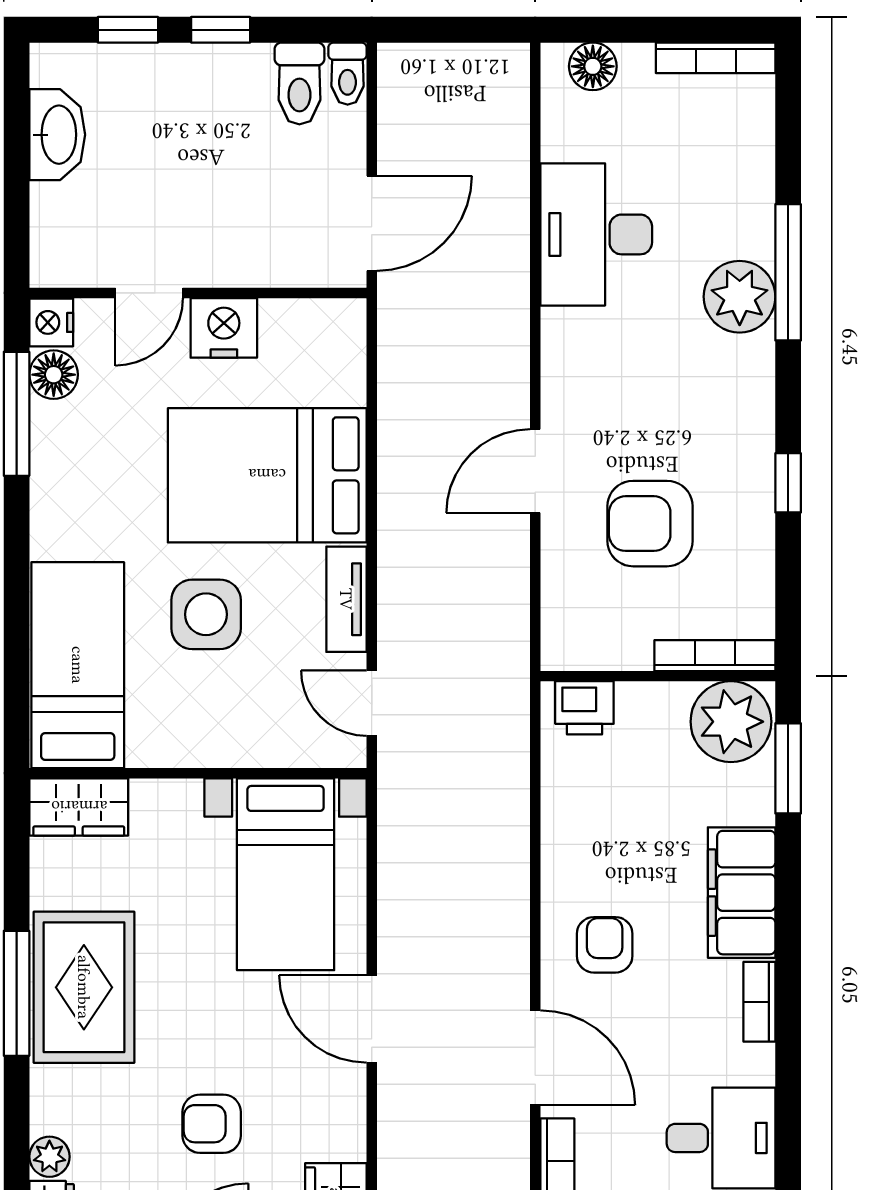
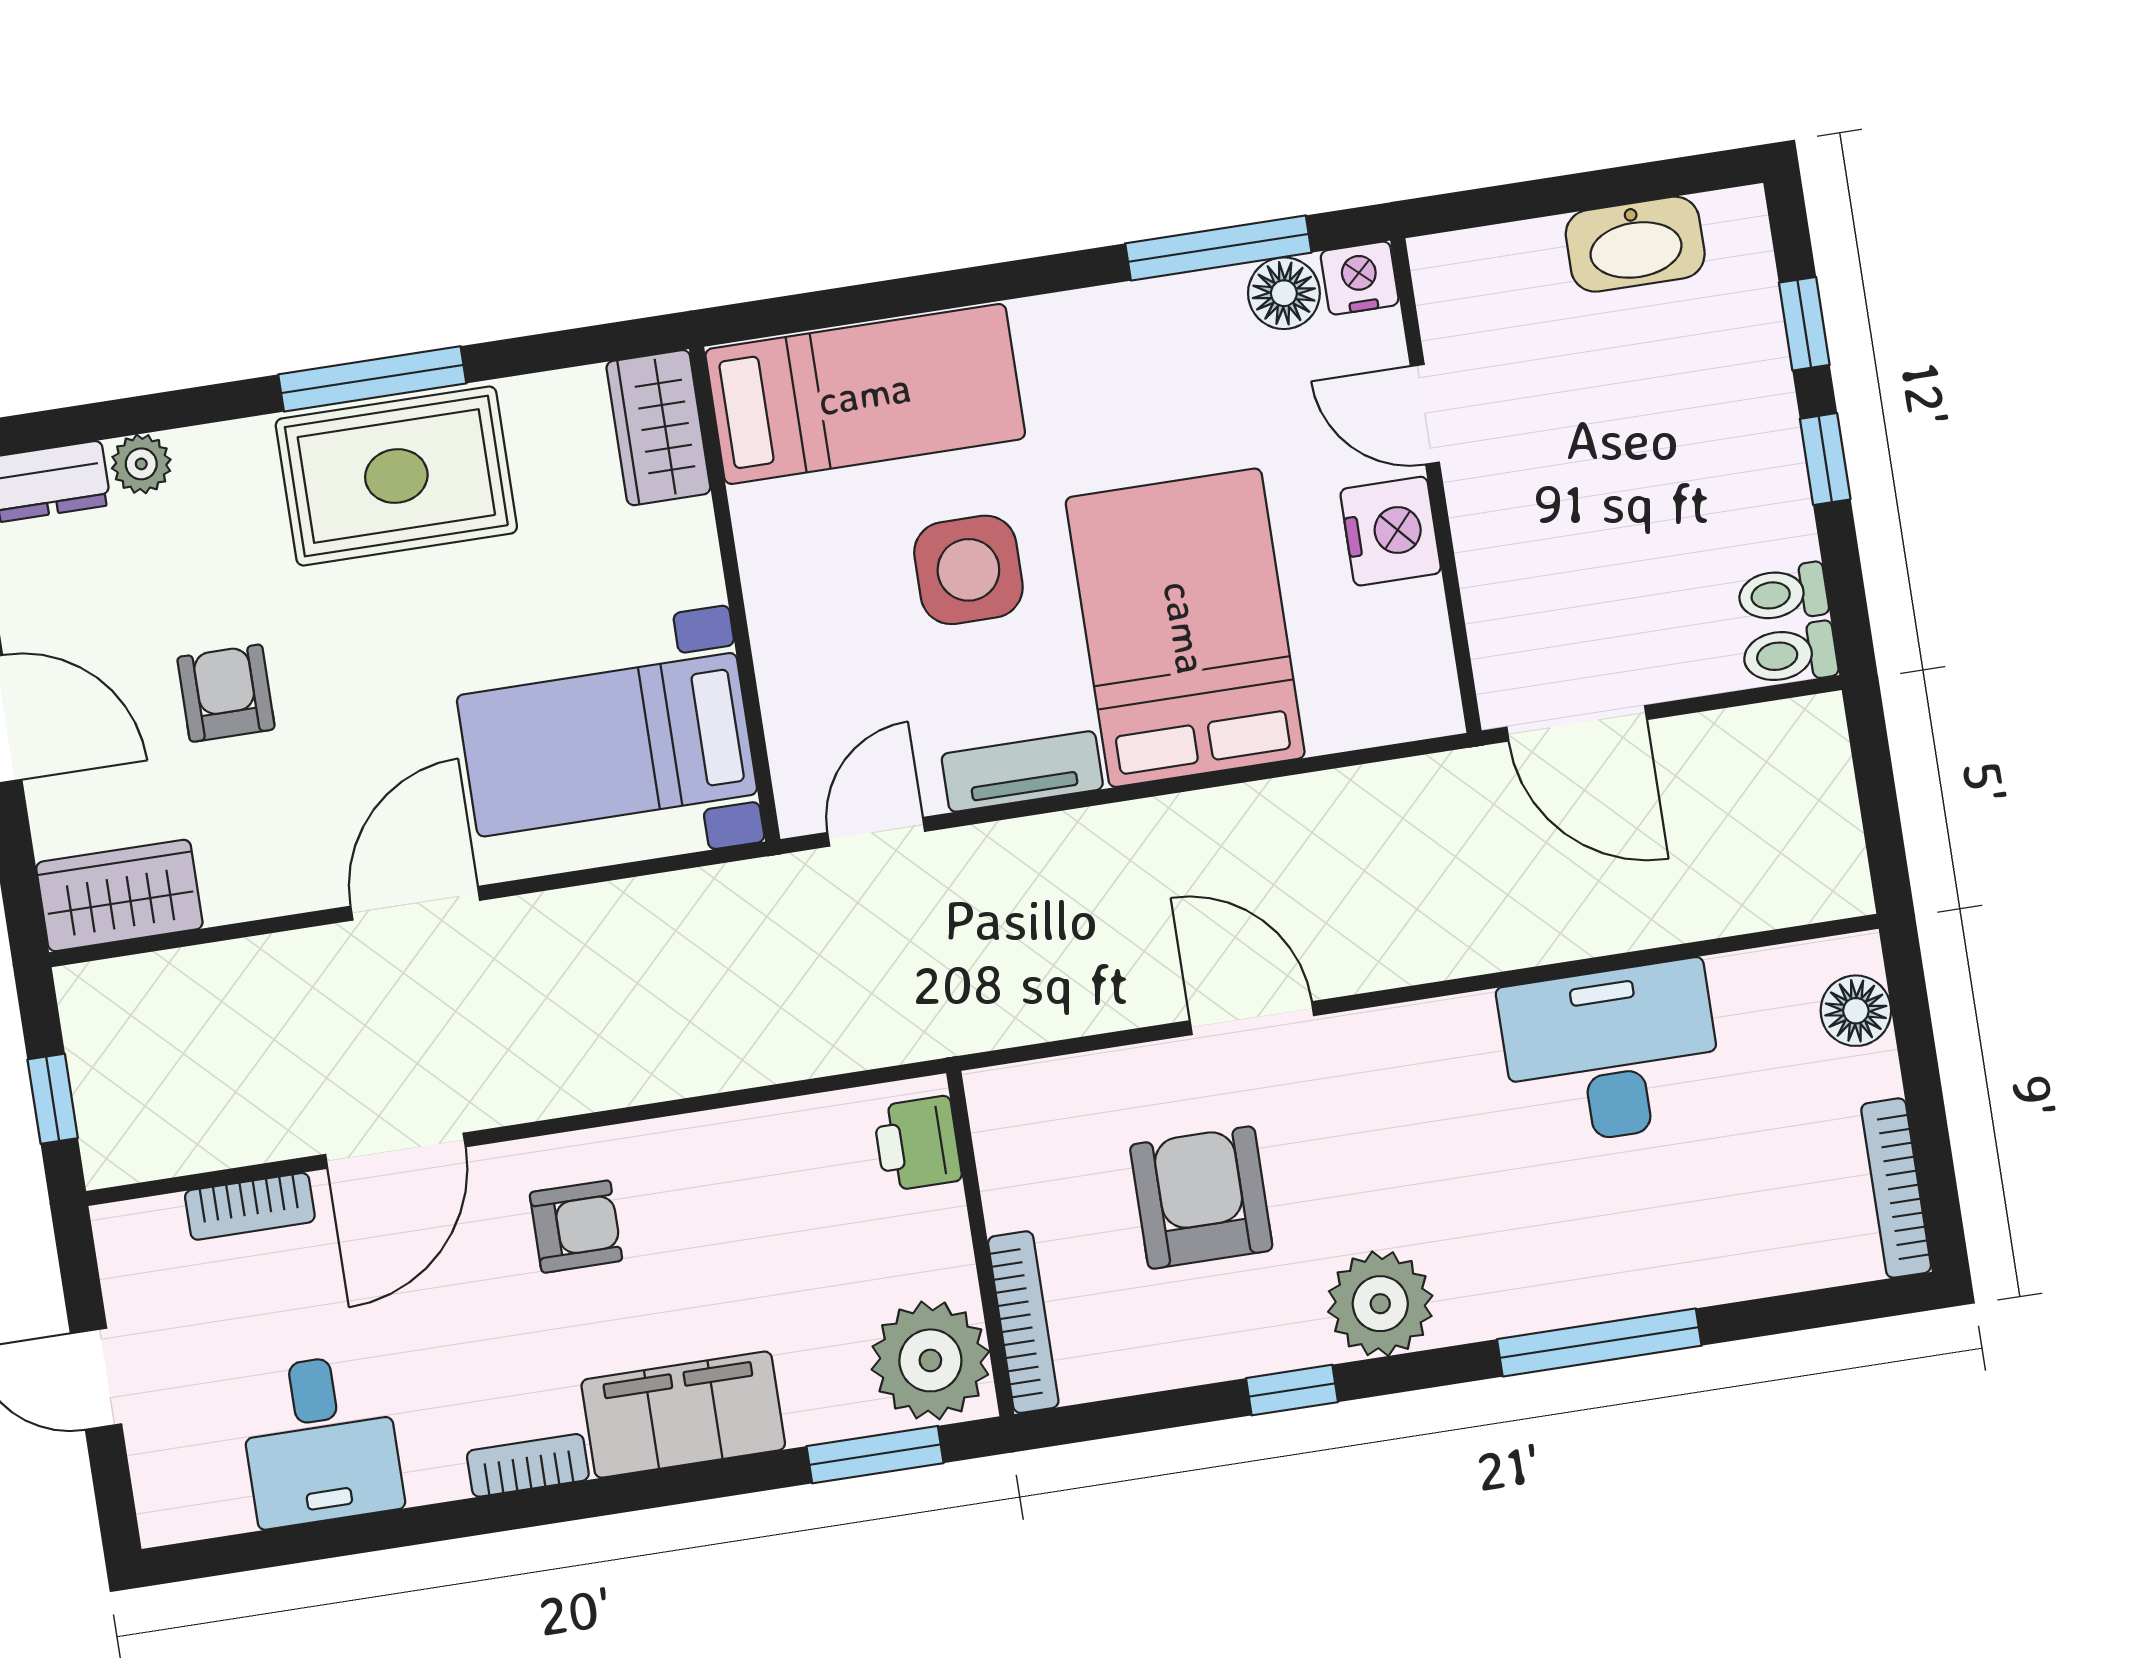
toilet: (299, 83) -> (1783, 594), width x0.73, depth x0.72
plant: (740, 297) -> (1380, 1304), moved

